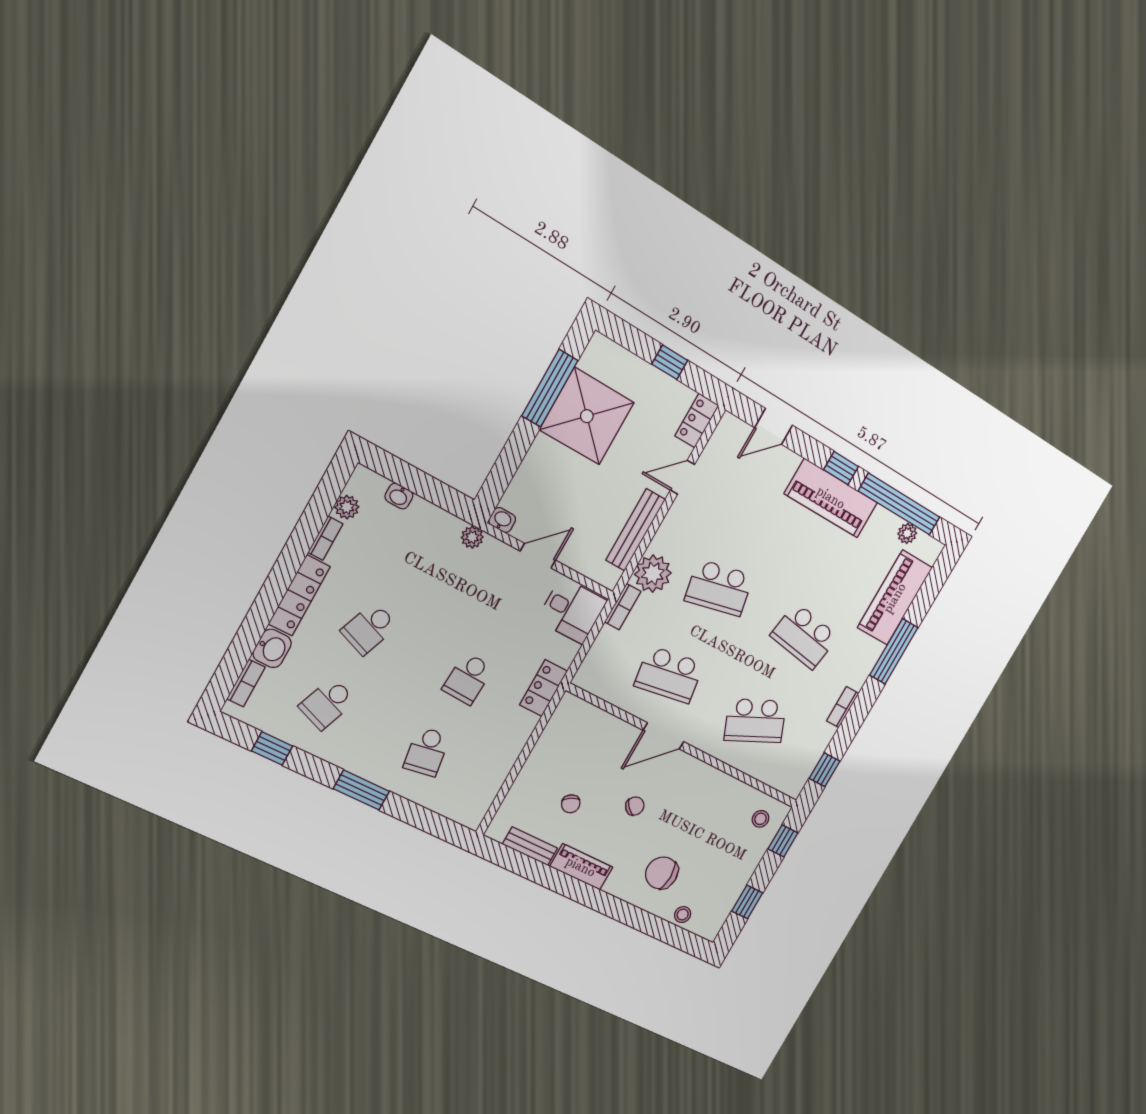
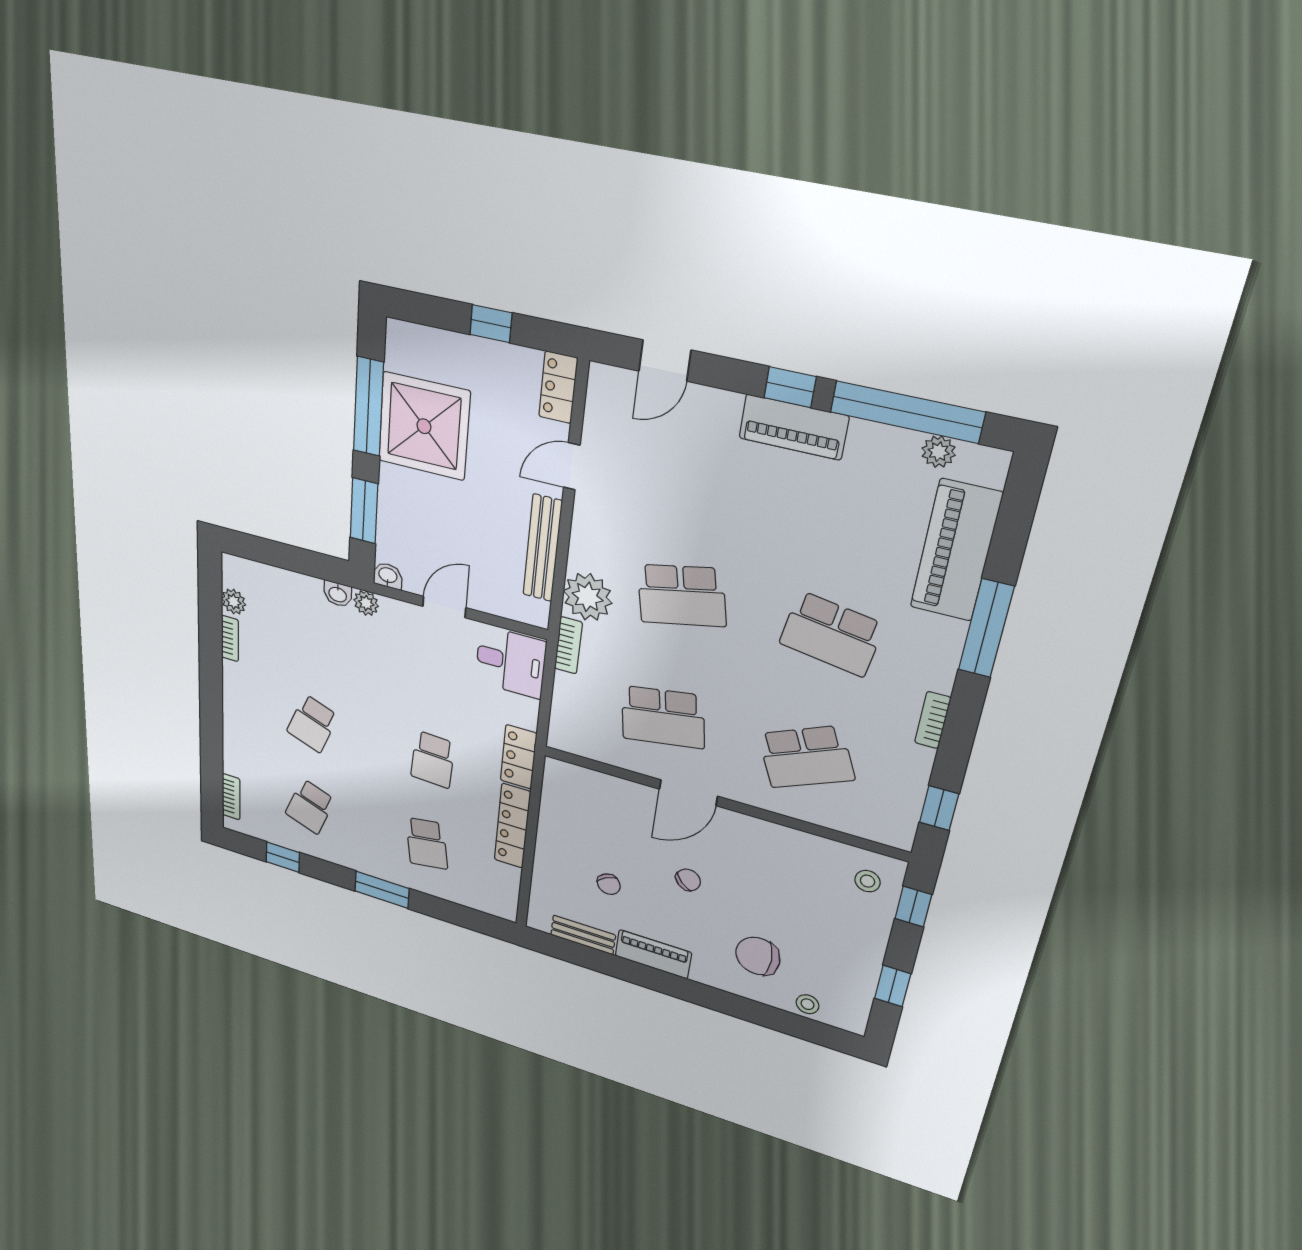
window: (507, 464) -> (364, 511), added
washbasin: (399, 496) -> (338, 594), moved
piano: (831, 498) -> (794, 427), width x0.73, depth x0.75
locker: (299, 595) -> (512, 826), moved, turned 180
washbasin: (272, 648) -> (237, 759), removed

